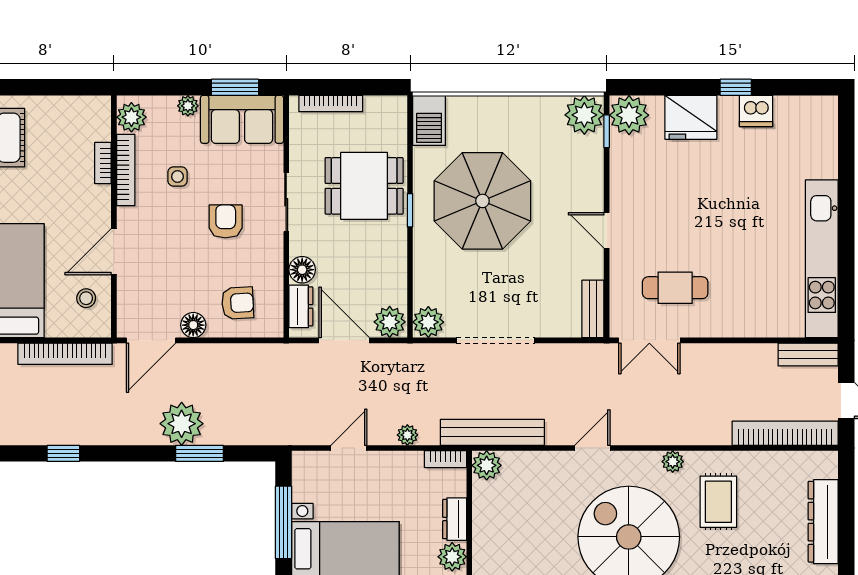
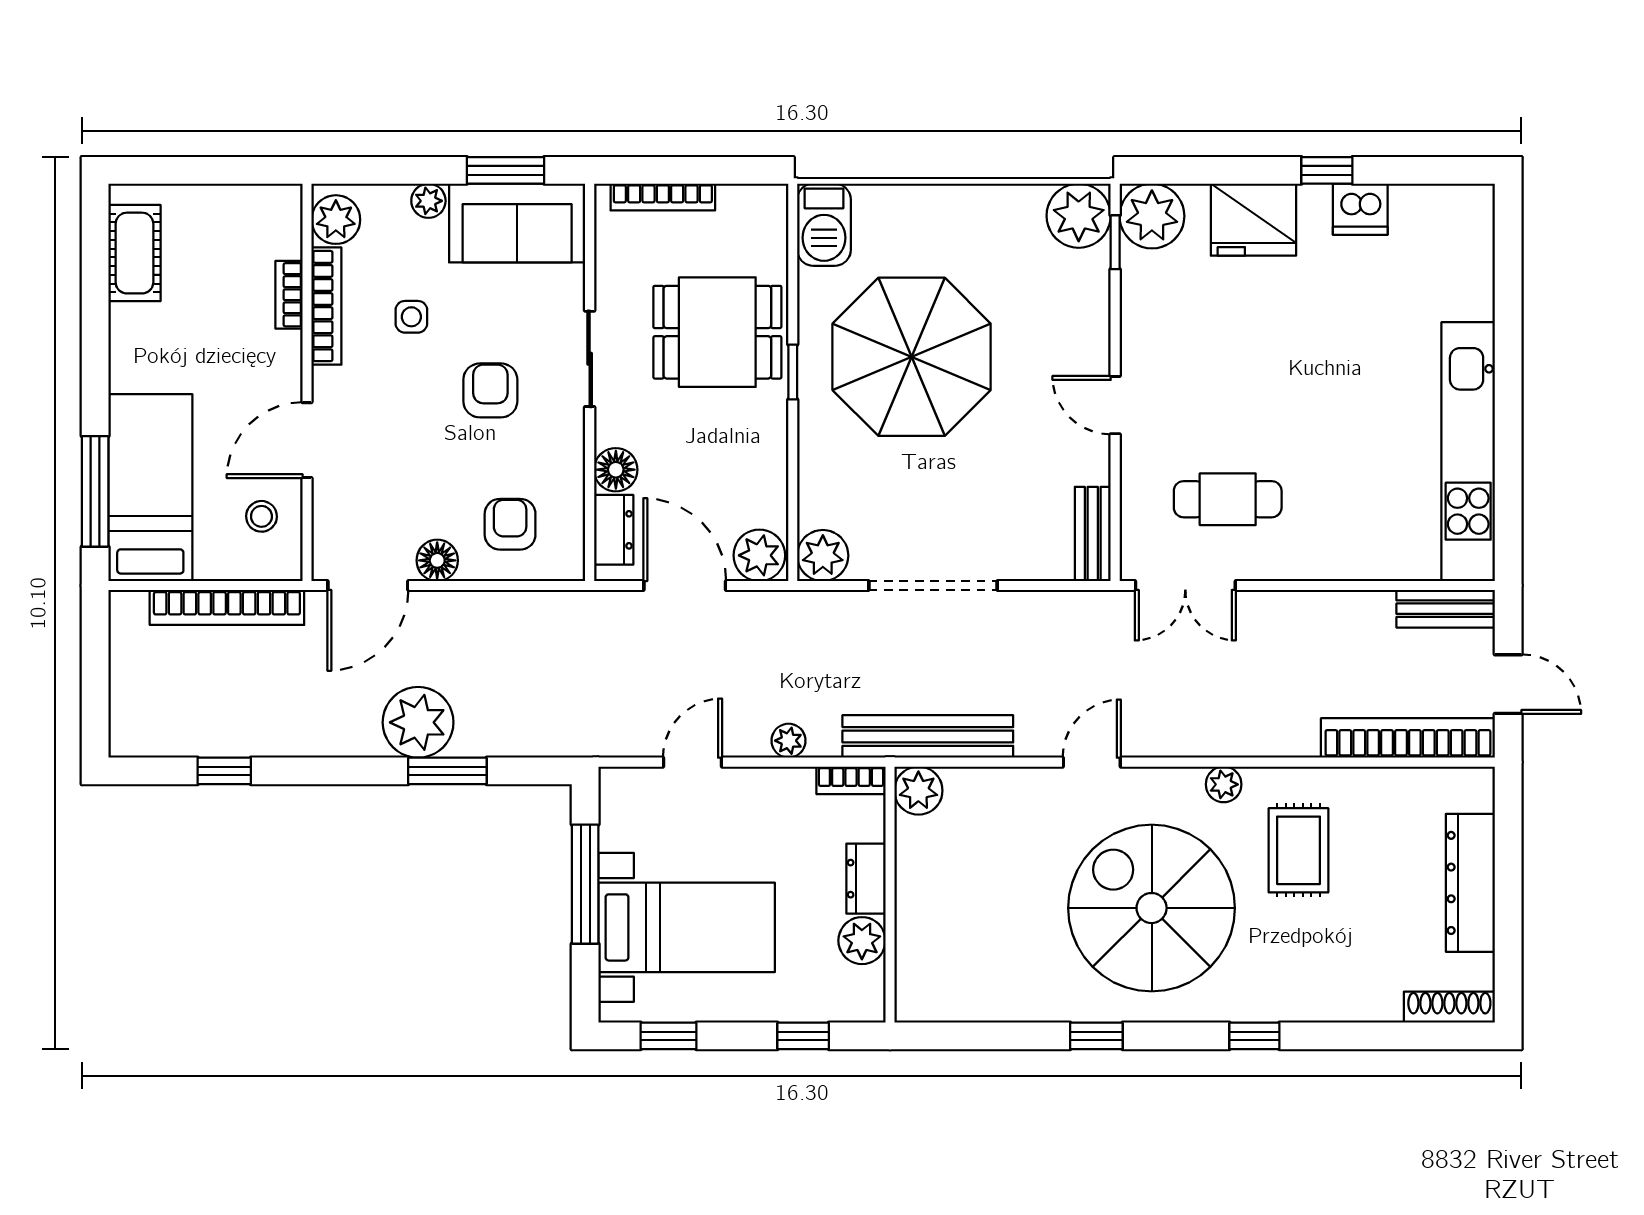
armchair: (238, 303) -> (510, 524), turned -87

